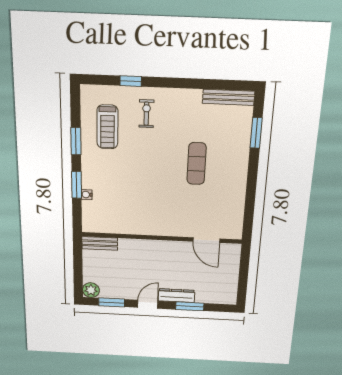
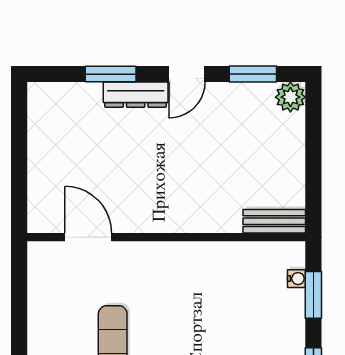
wall: (162, 238) -> (166, 237), moved
door: (206, 240) -> (88, 237), moved
bench: (100, 243) -> (274, 221), moved

